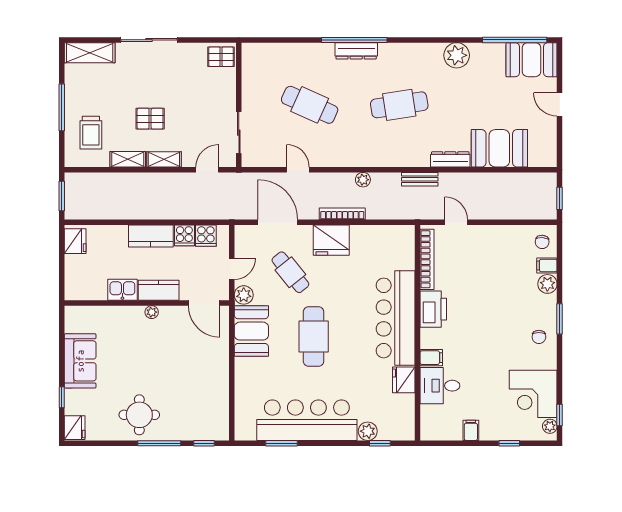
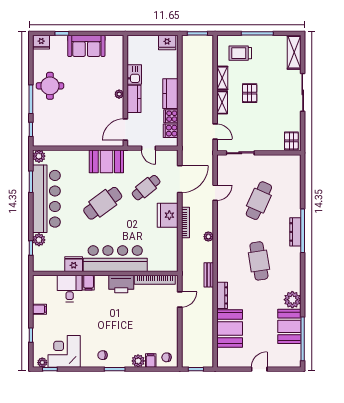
booth: (532, 60) -> (289, 326), moved
plant: (244, 295) -> (39, 156), moved
cafe table: (314, 337) -> (103, 203), turned -36

